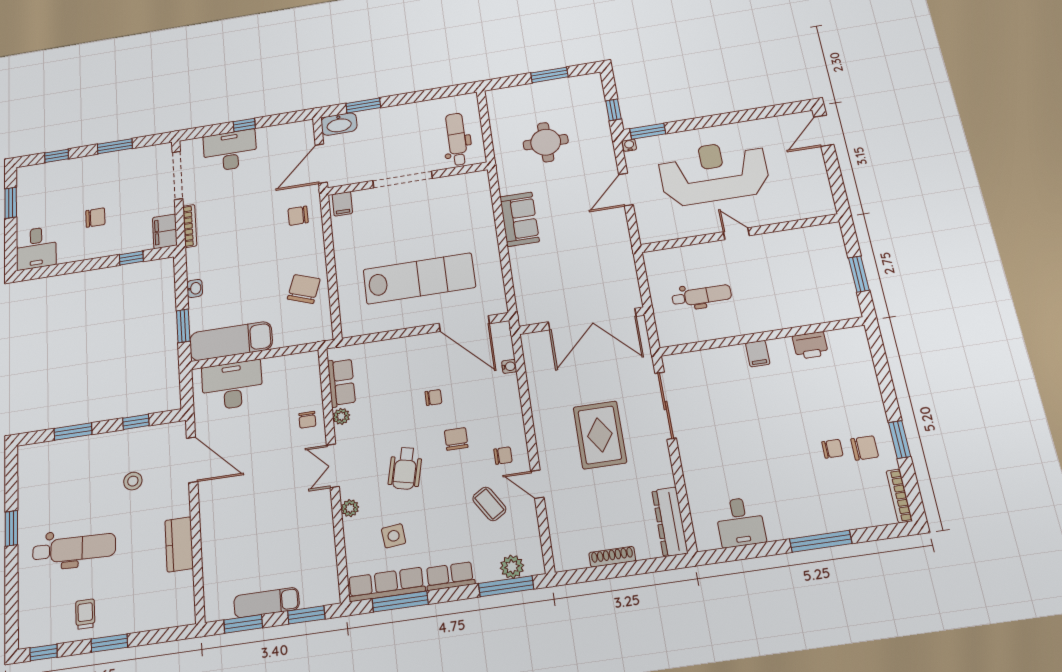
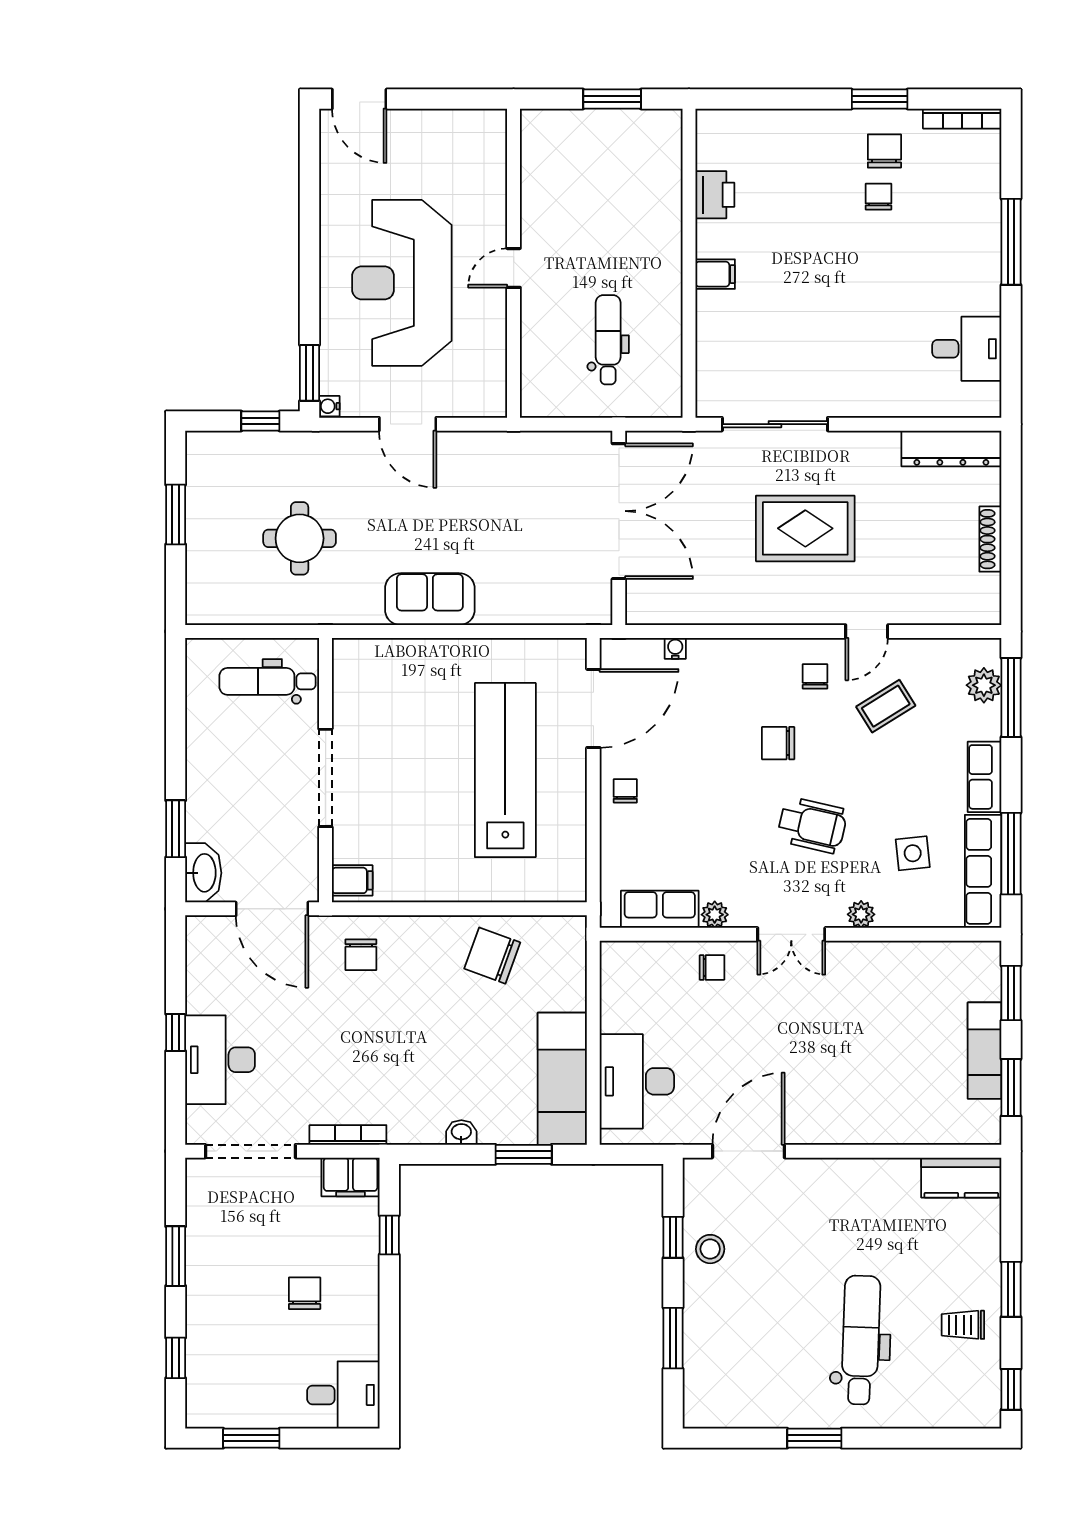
chair: (433, 397) -> (625, 791), moved
stool: (133, 481) -> (710, 1249), moved
kitchen counter: (179, 544) -> (961, 1178), moved

